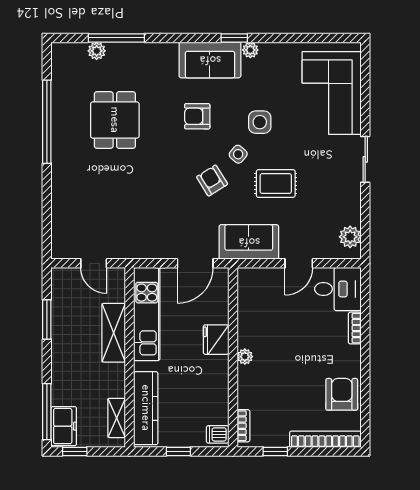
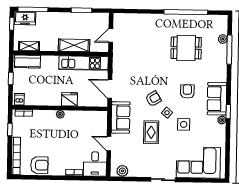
kitchen counter: (146, 408) -> (27, 62), width x0.67

